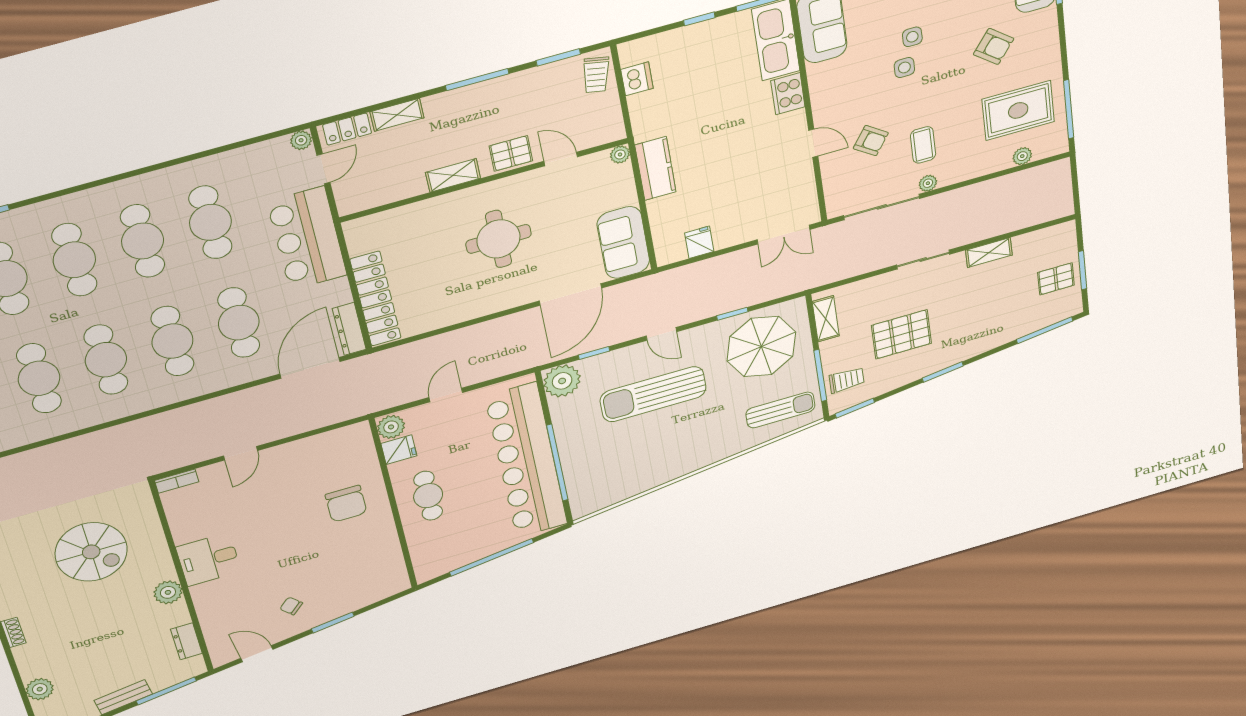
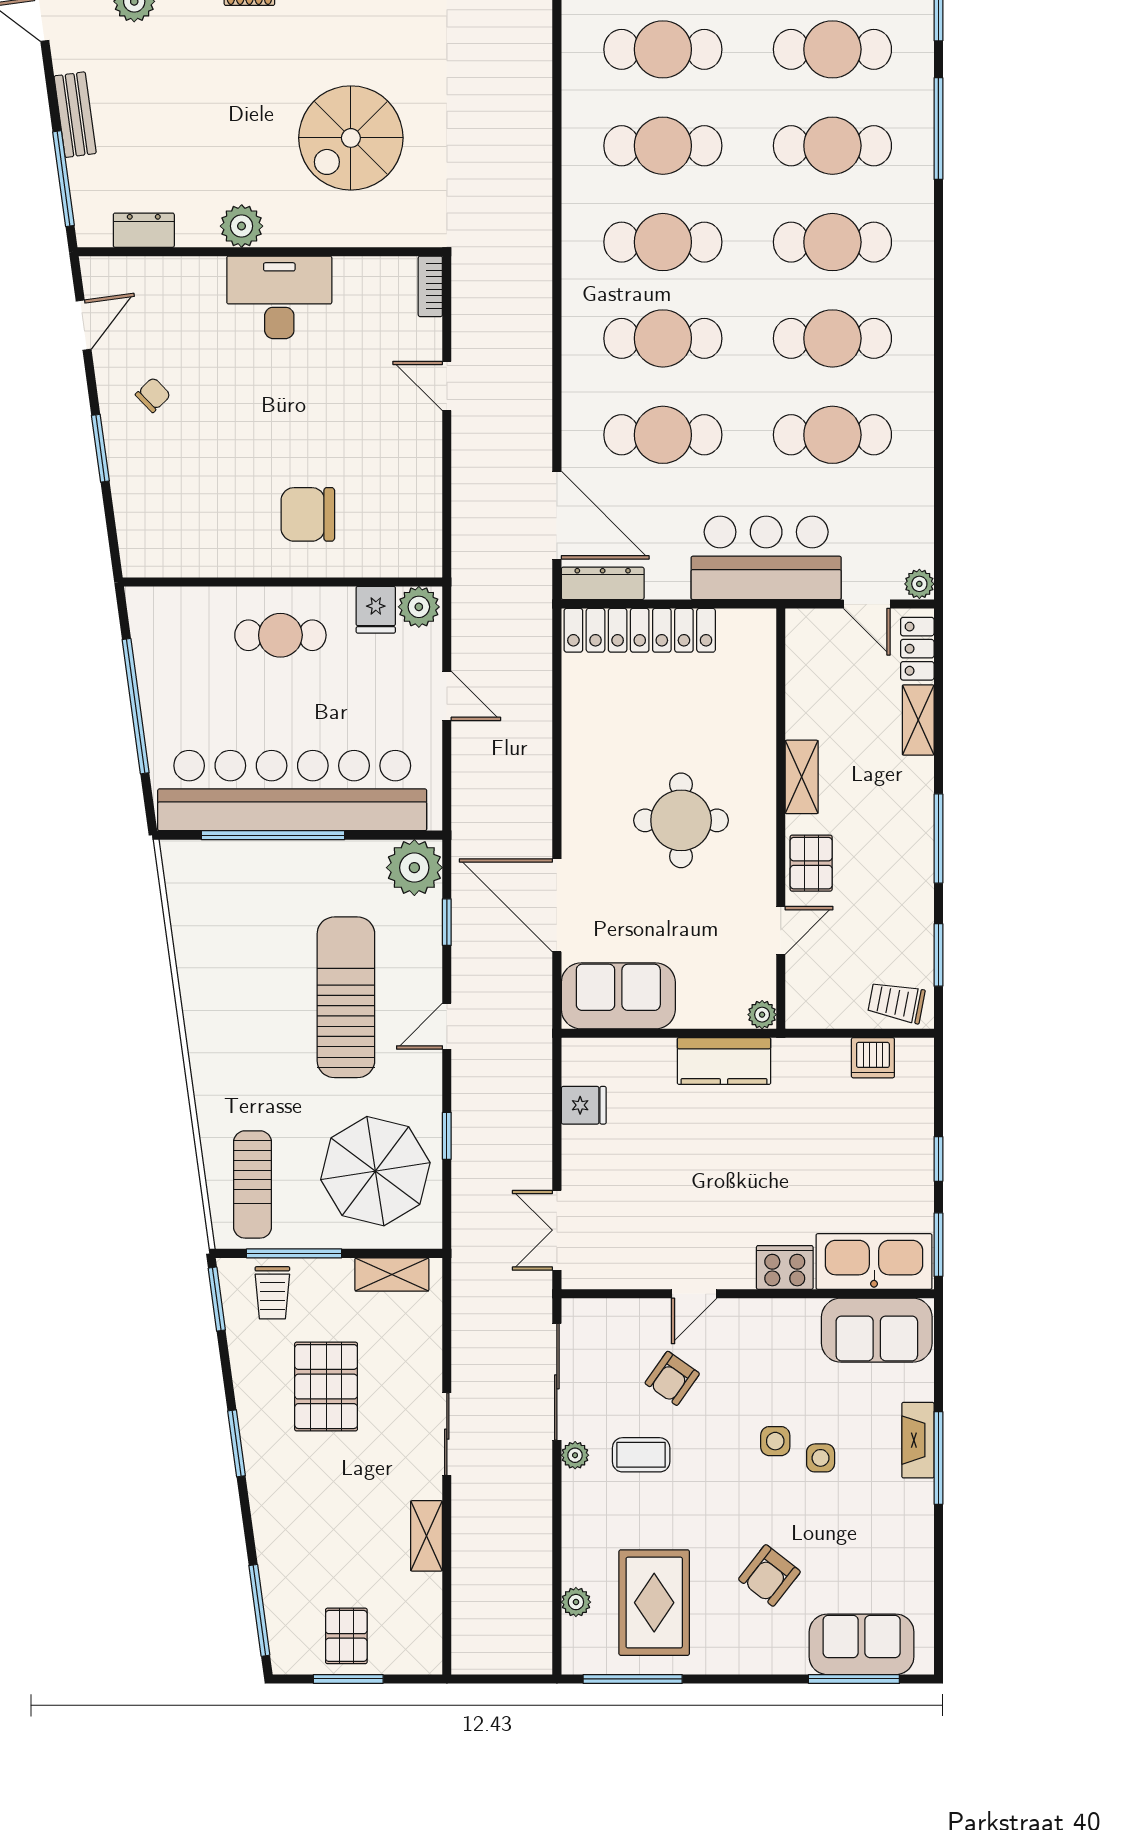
desk: (209, 559) -> (279, 297), width x1.37

